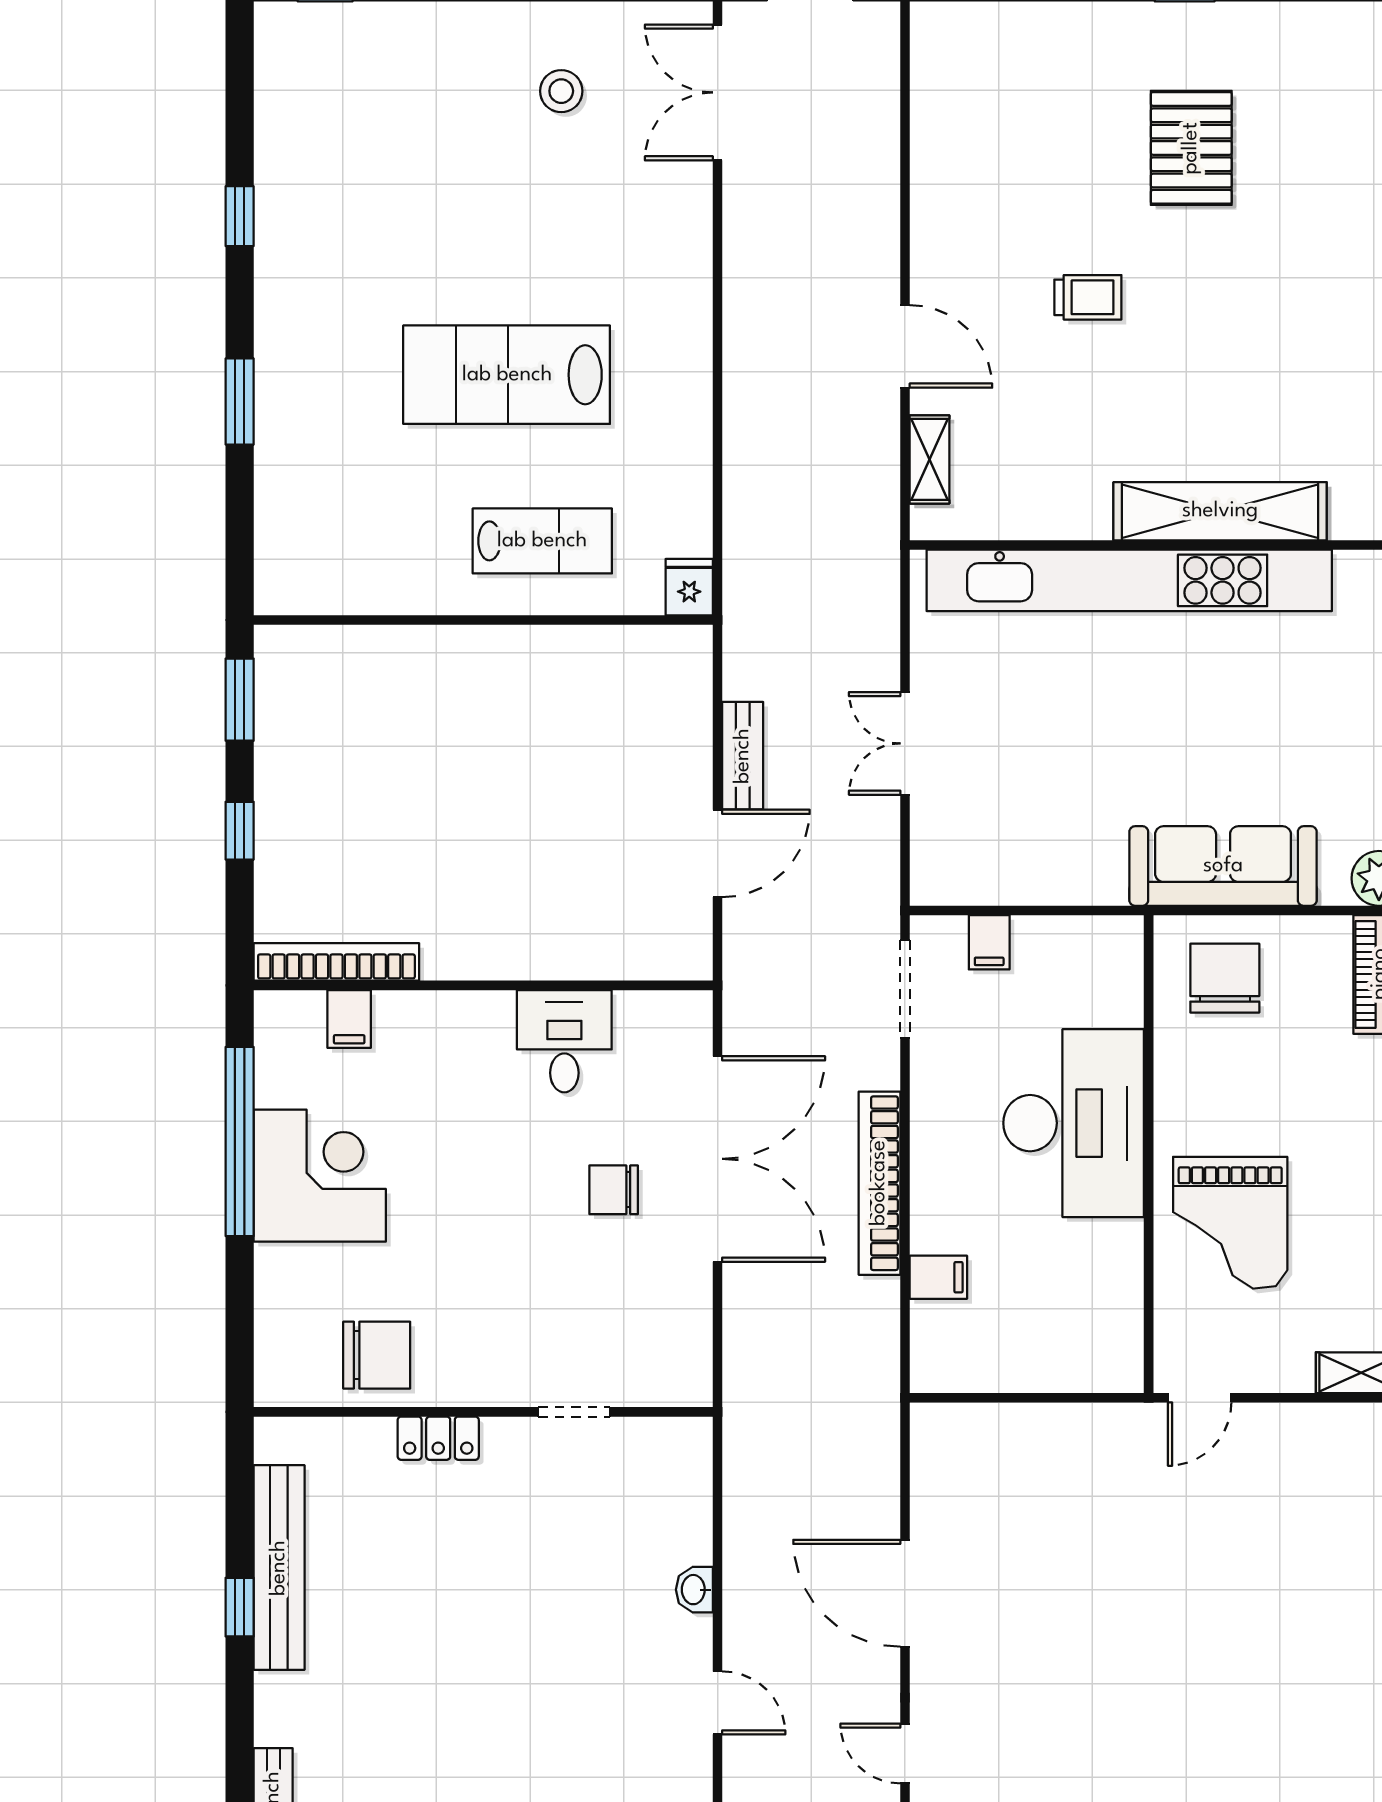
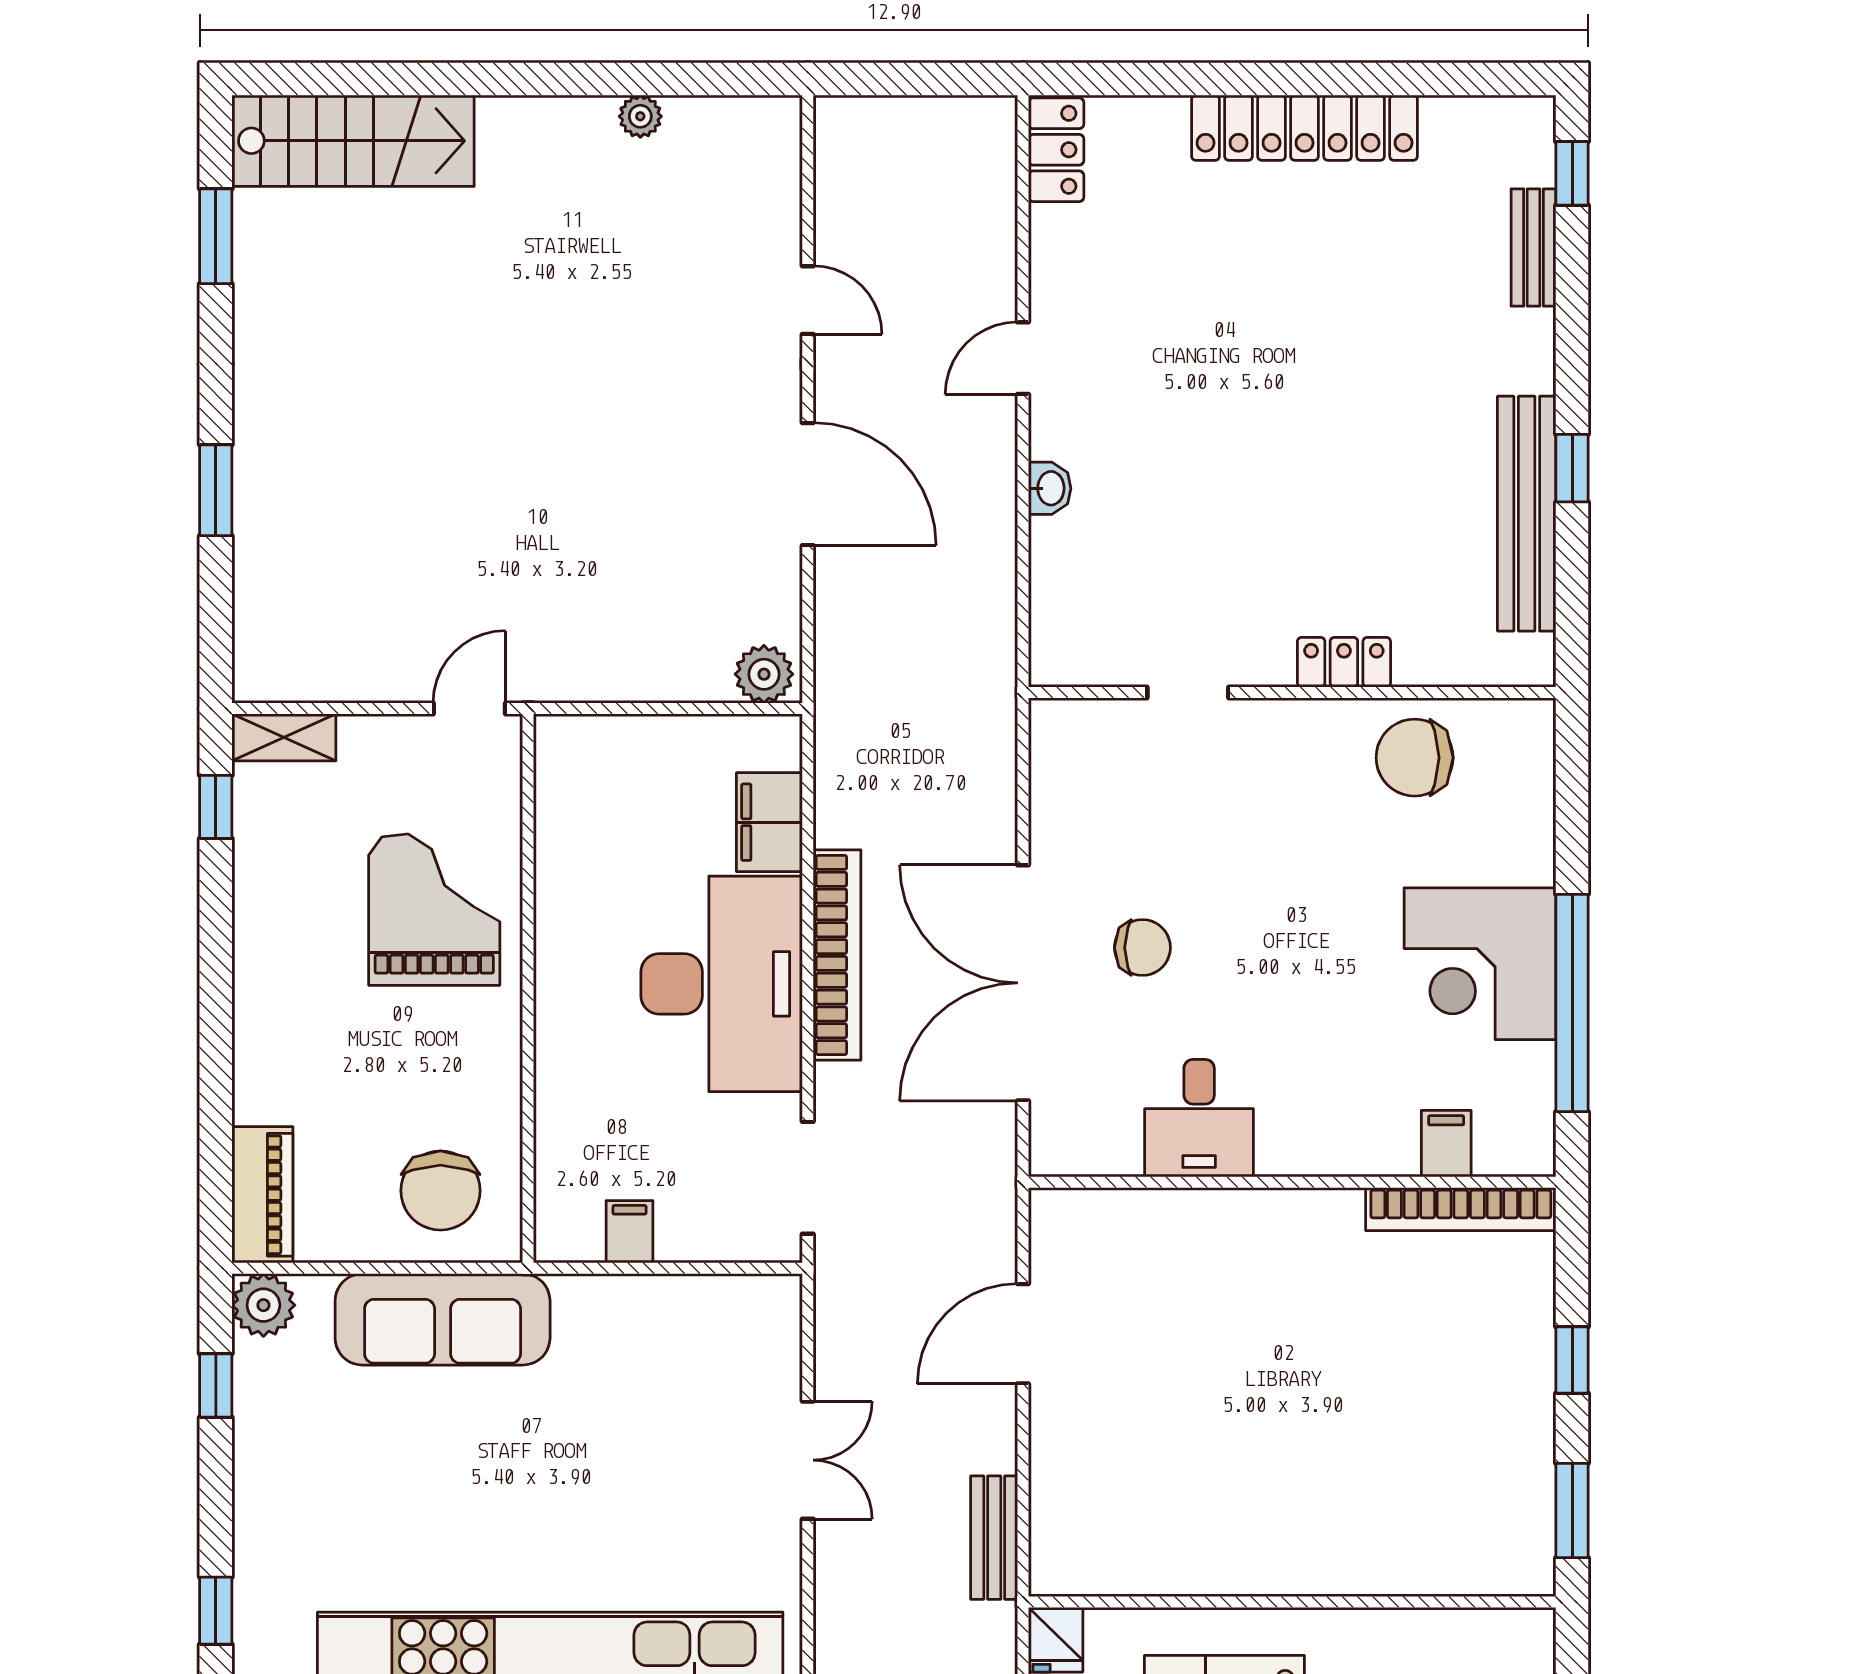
bench: (743, 756) -> (994, 1538), moved
filing cabinet: (989, 942) -> (630, 1232), moved
desk: (1074, 1123) -> (722, 984), moved, turned 180
filing cabinet: (938, 1277) -> (769, 822), width x2.00
plant: (943, 1428) -> (764, 674), added
door: (718, 1703) -> (1023, 358), hinge flipped

